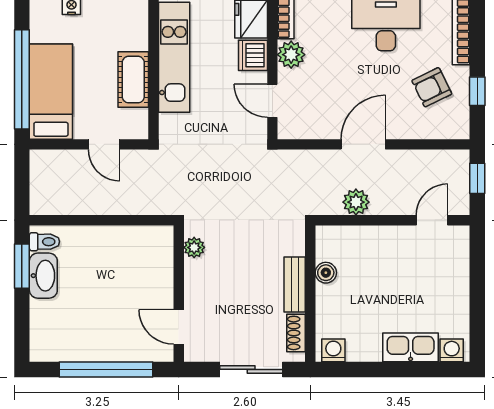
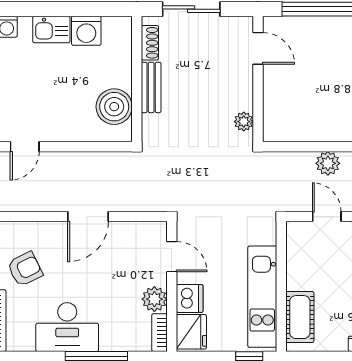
cot: (133, 80) -> (300, 317), moved
plant: (356, 202) -> (328, 163), moved
boiler: (326, 273) -> (114, 107), width x1.86, depth x1.86
kitchen sink: (411, 347) -> (51, 30), width x0.73
washing machine: (333, 350) -> (86, 31), moved, width x1.38, depth x1.38

